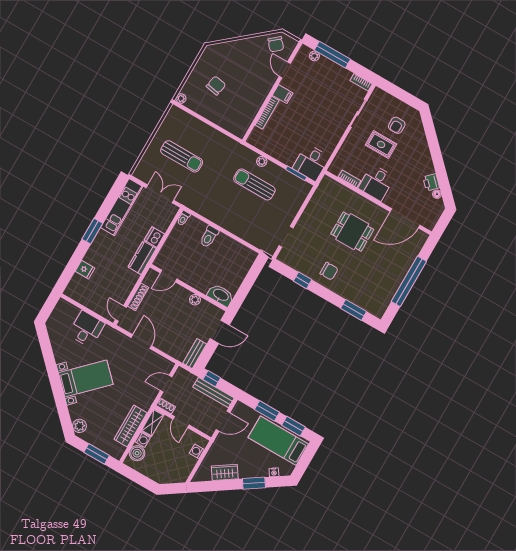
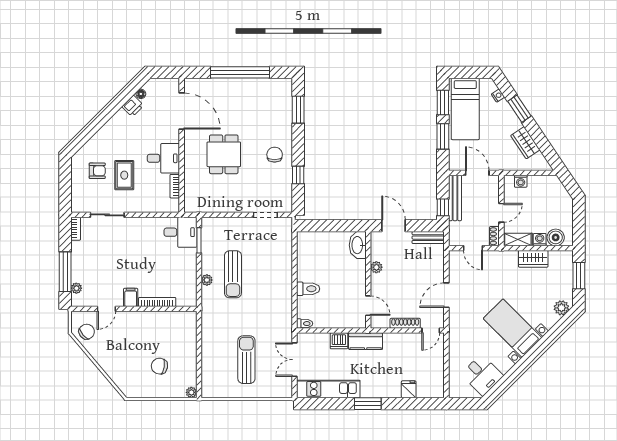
desk: (87, 329) -> (482, 375), moved, turned -135
wardrobe: (131, 426) -> (533, 259), width x0.67

